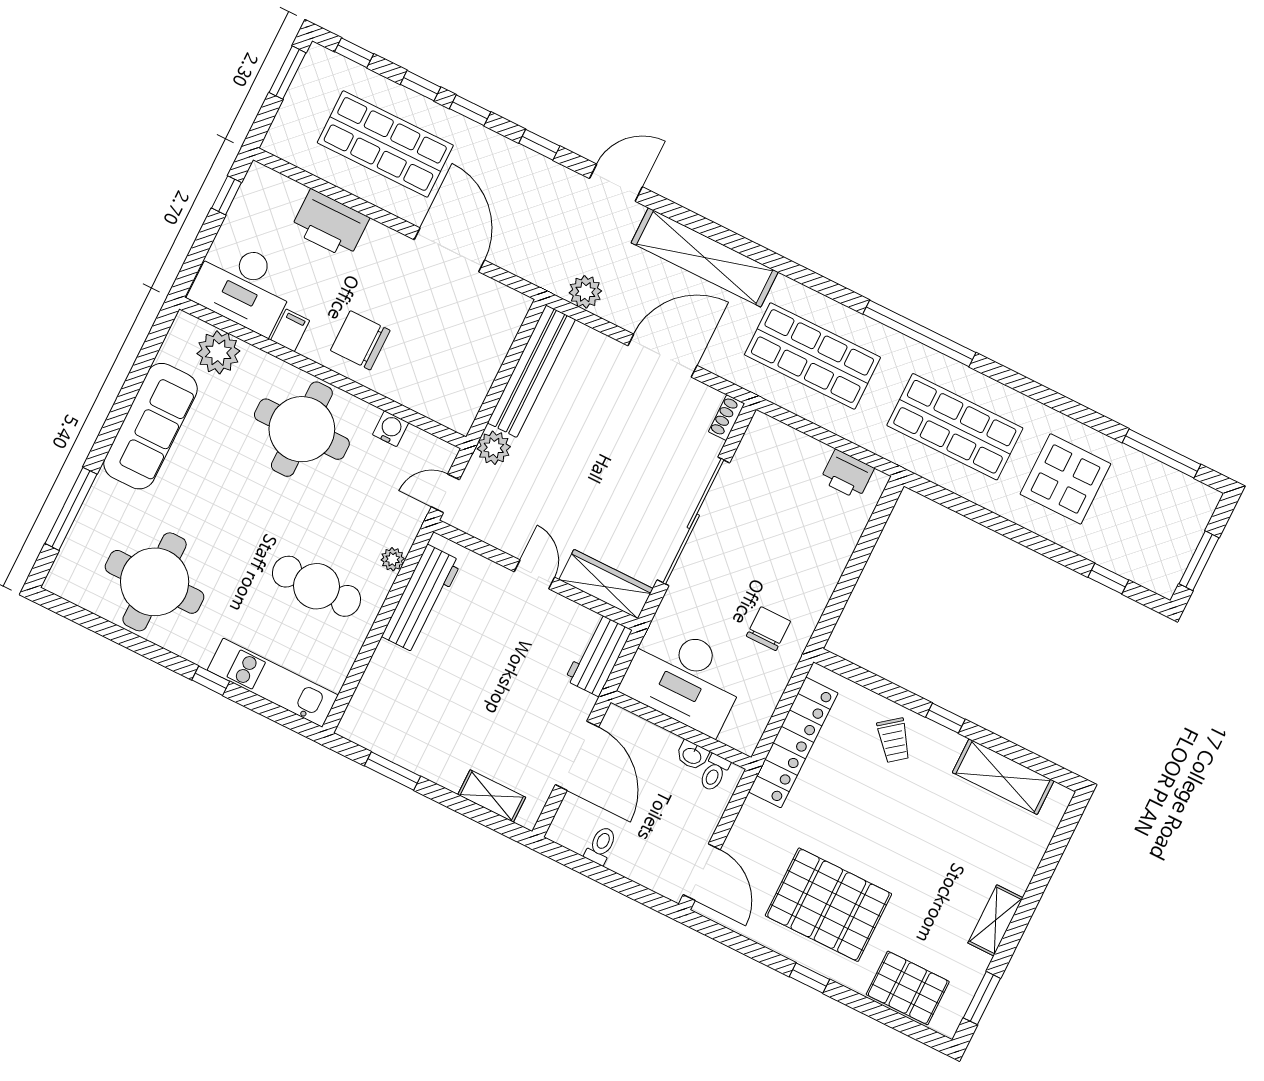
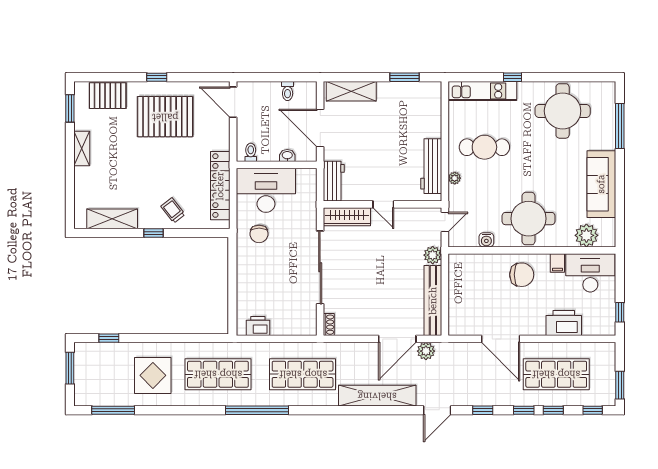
door: (662, 356) -> (397, 339), moved
desk: (684, 678) -> (266, 190), moved
washbasin: (692, 755) -> (287, 156), moved
shelving: (492, 796) -> (351, 91), width x1.50, depth x1.33

